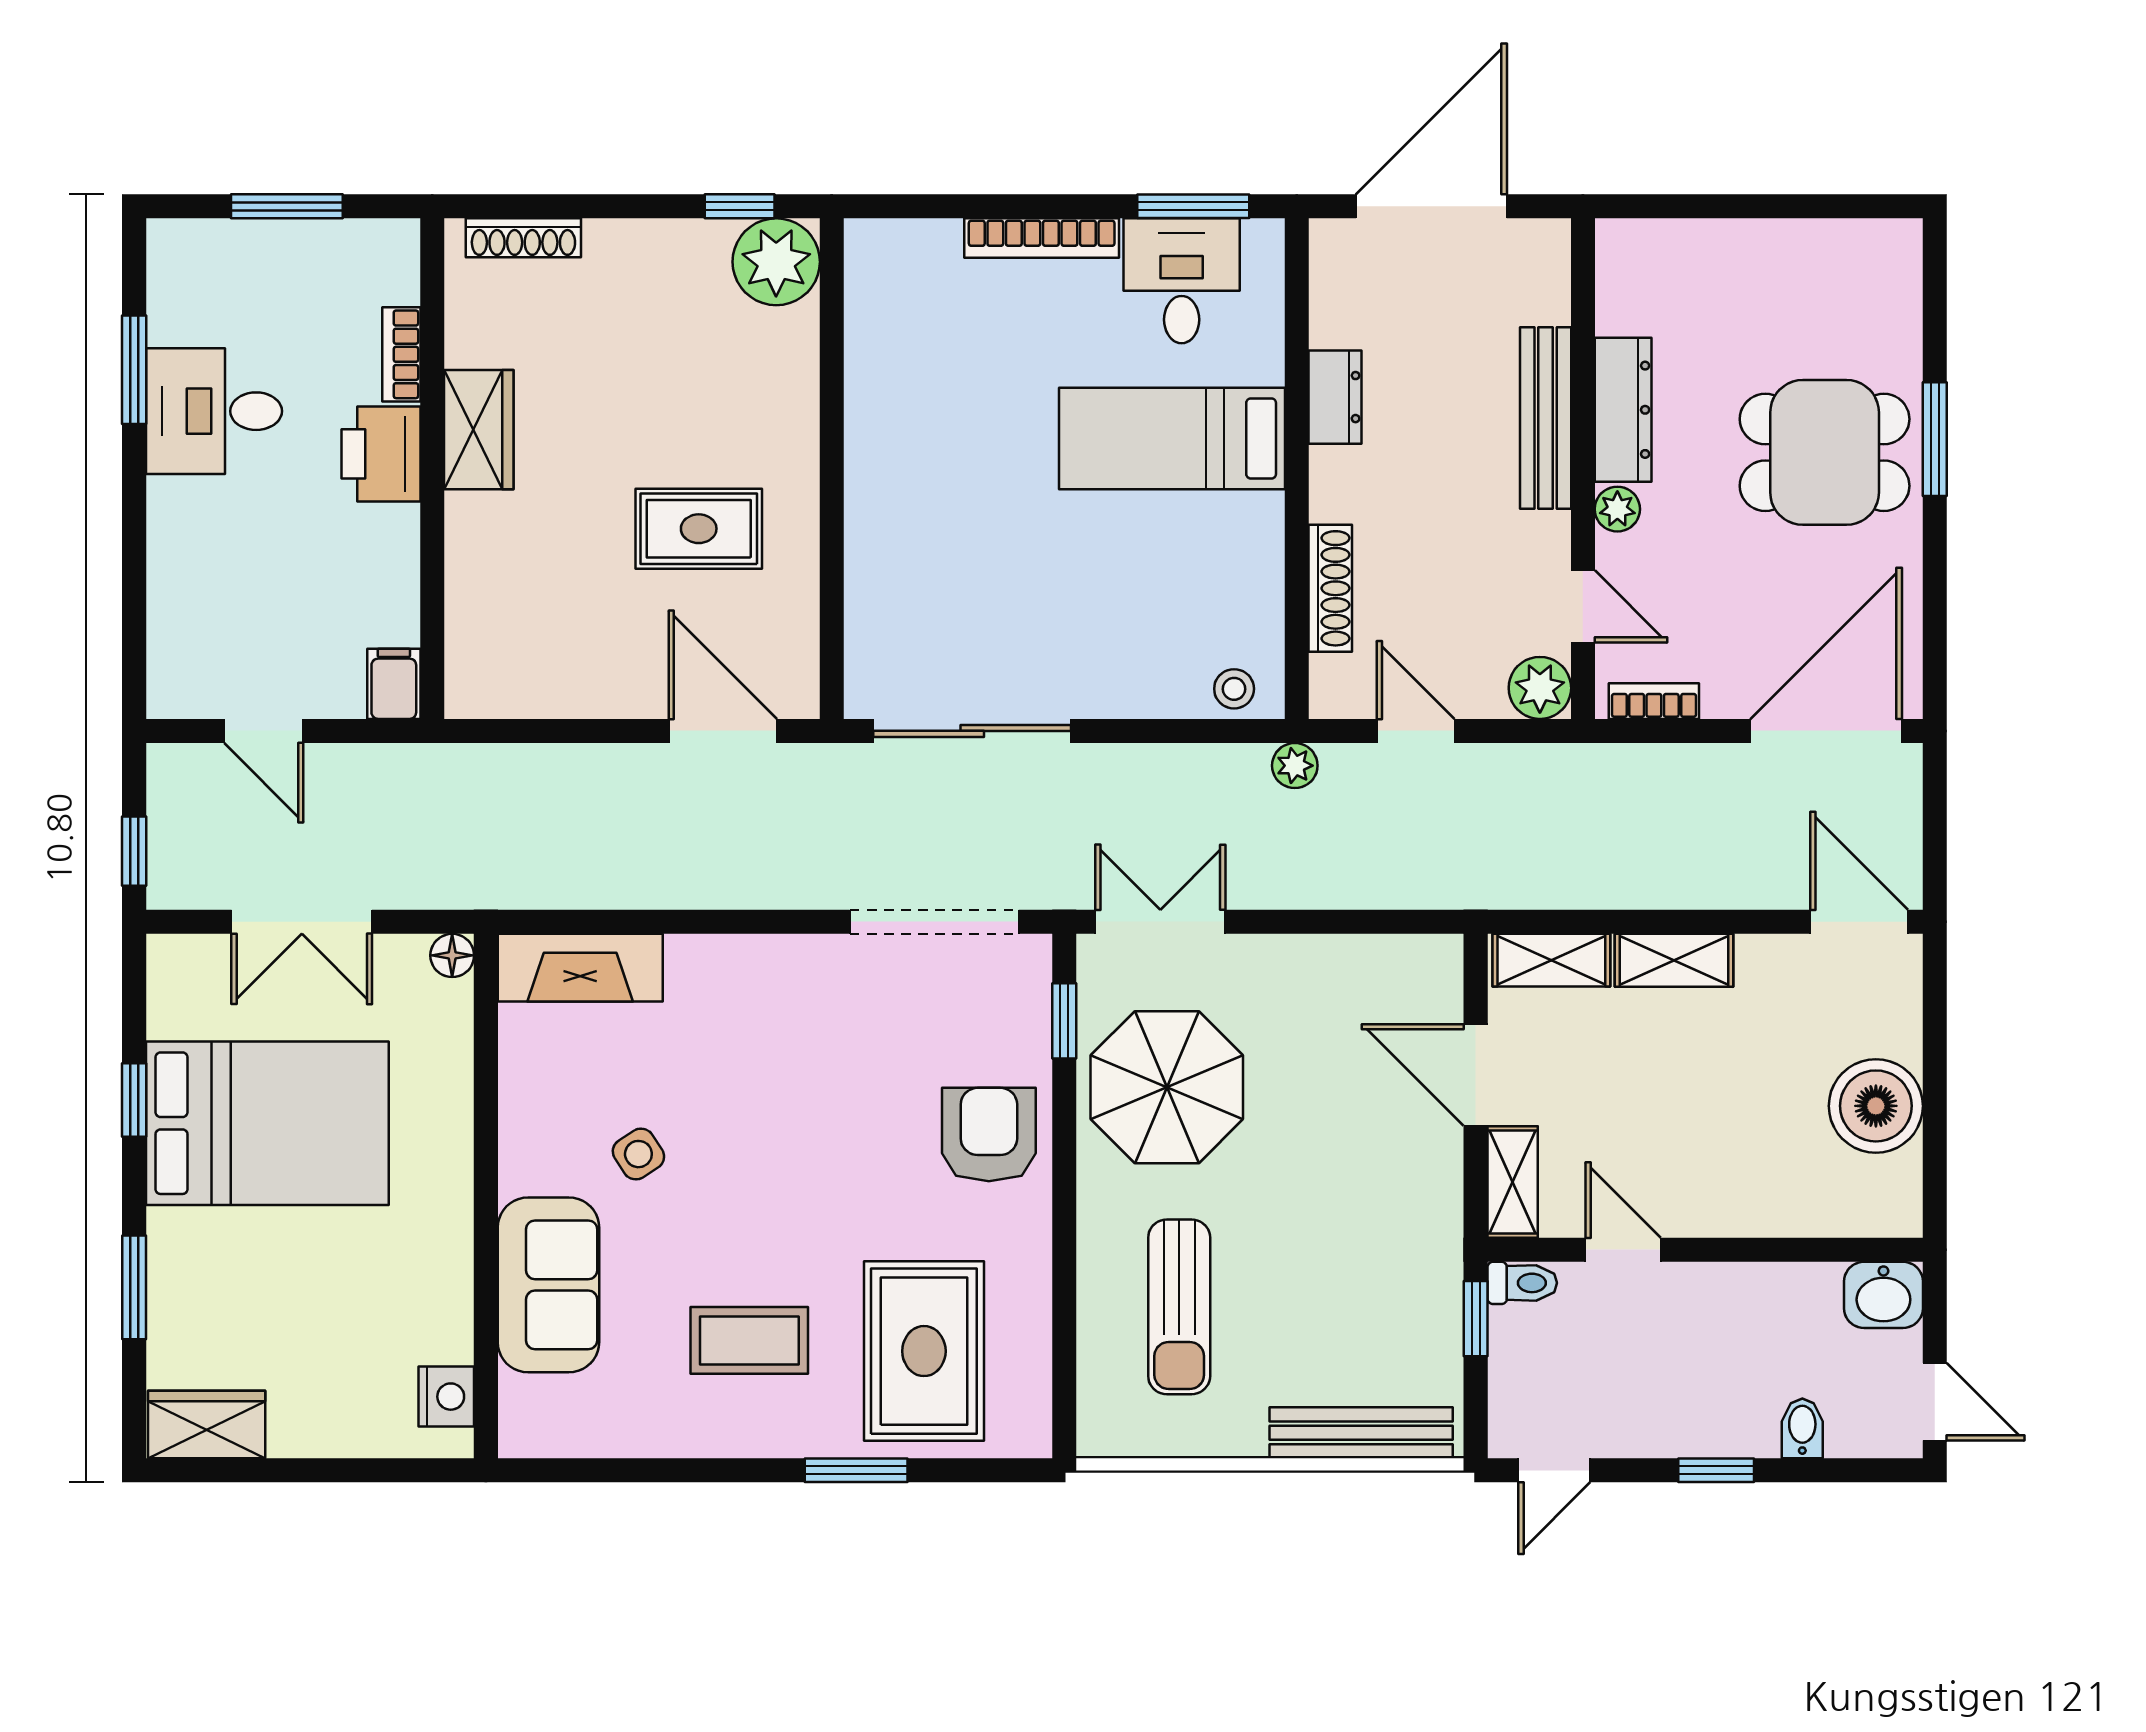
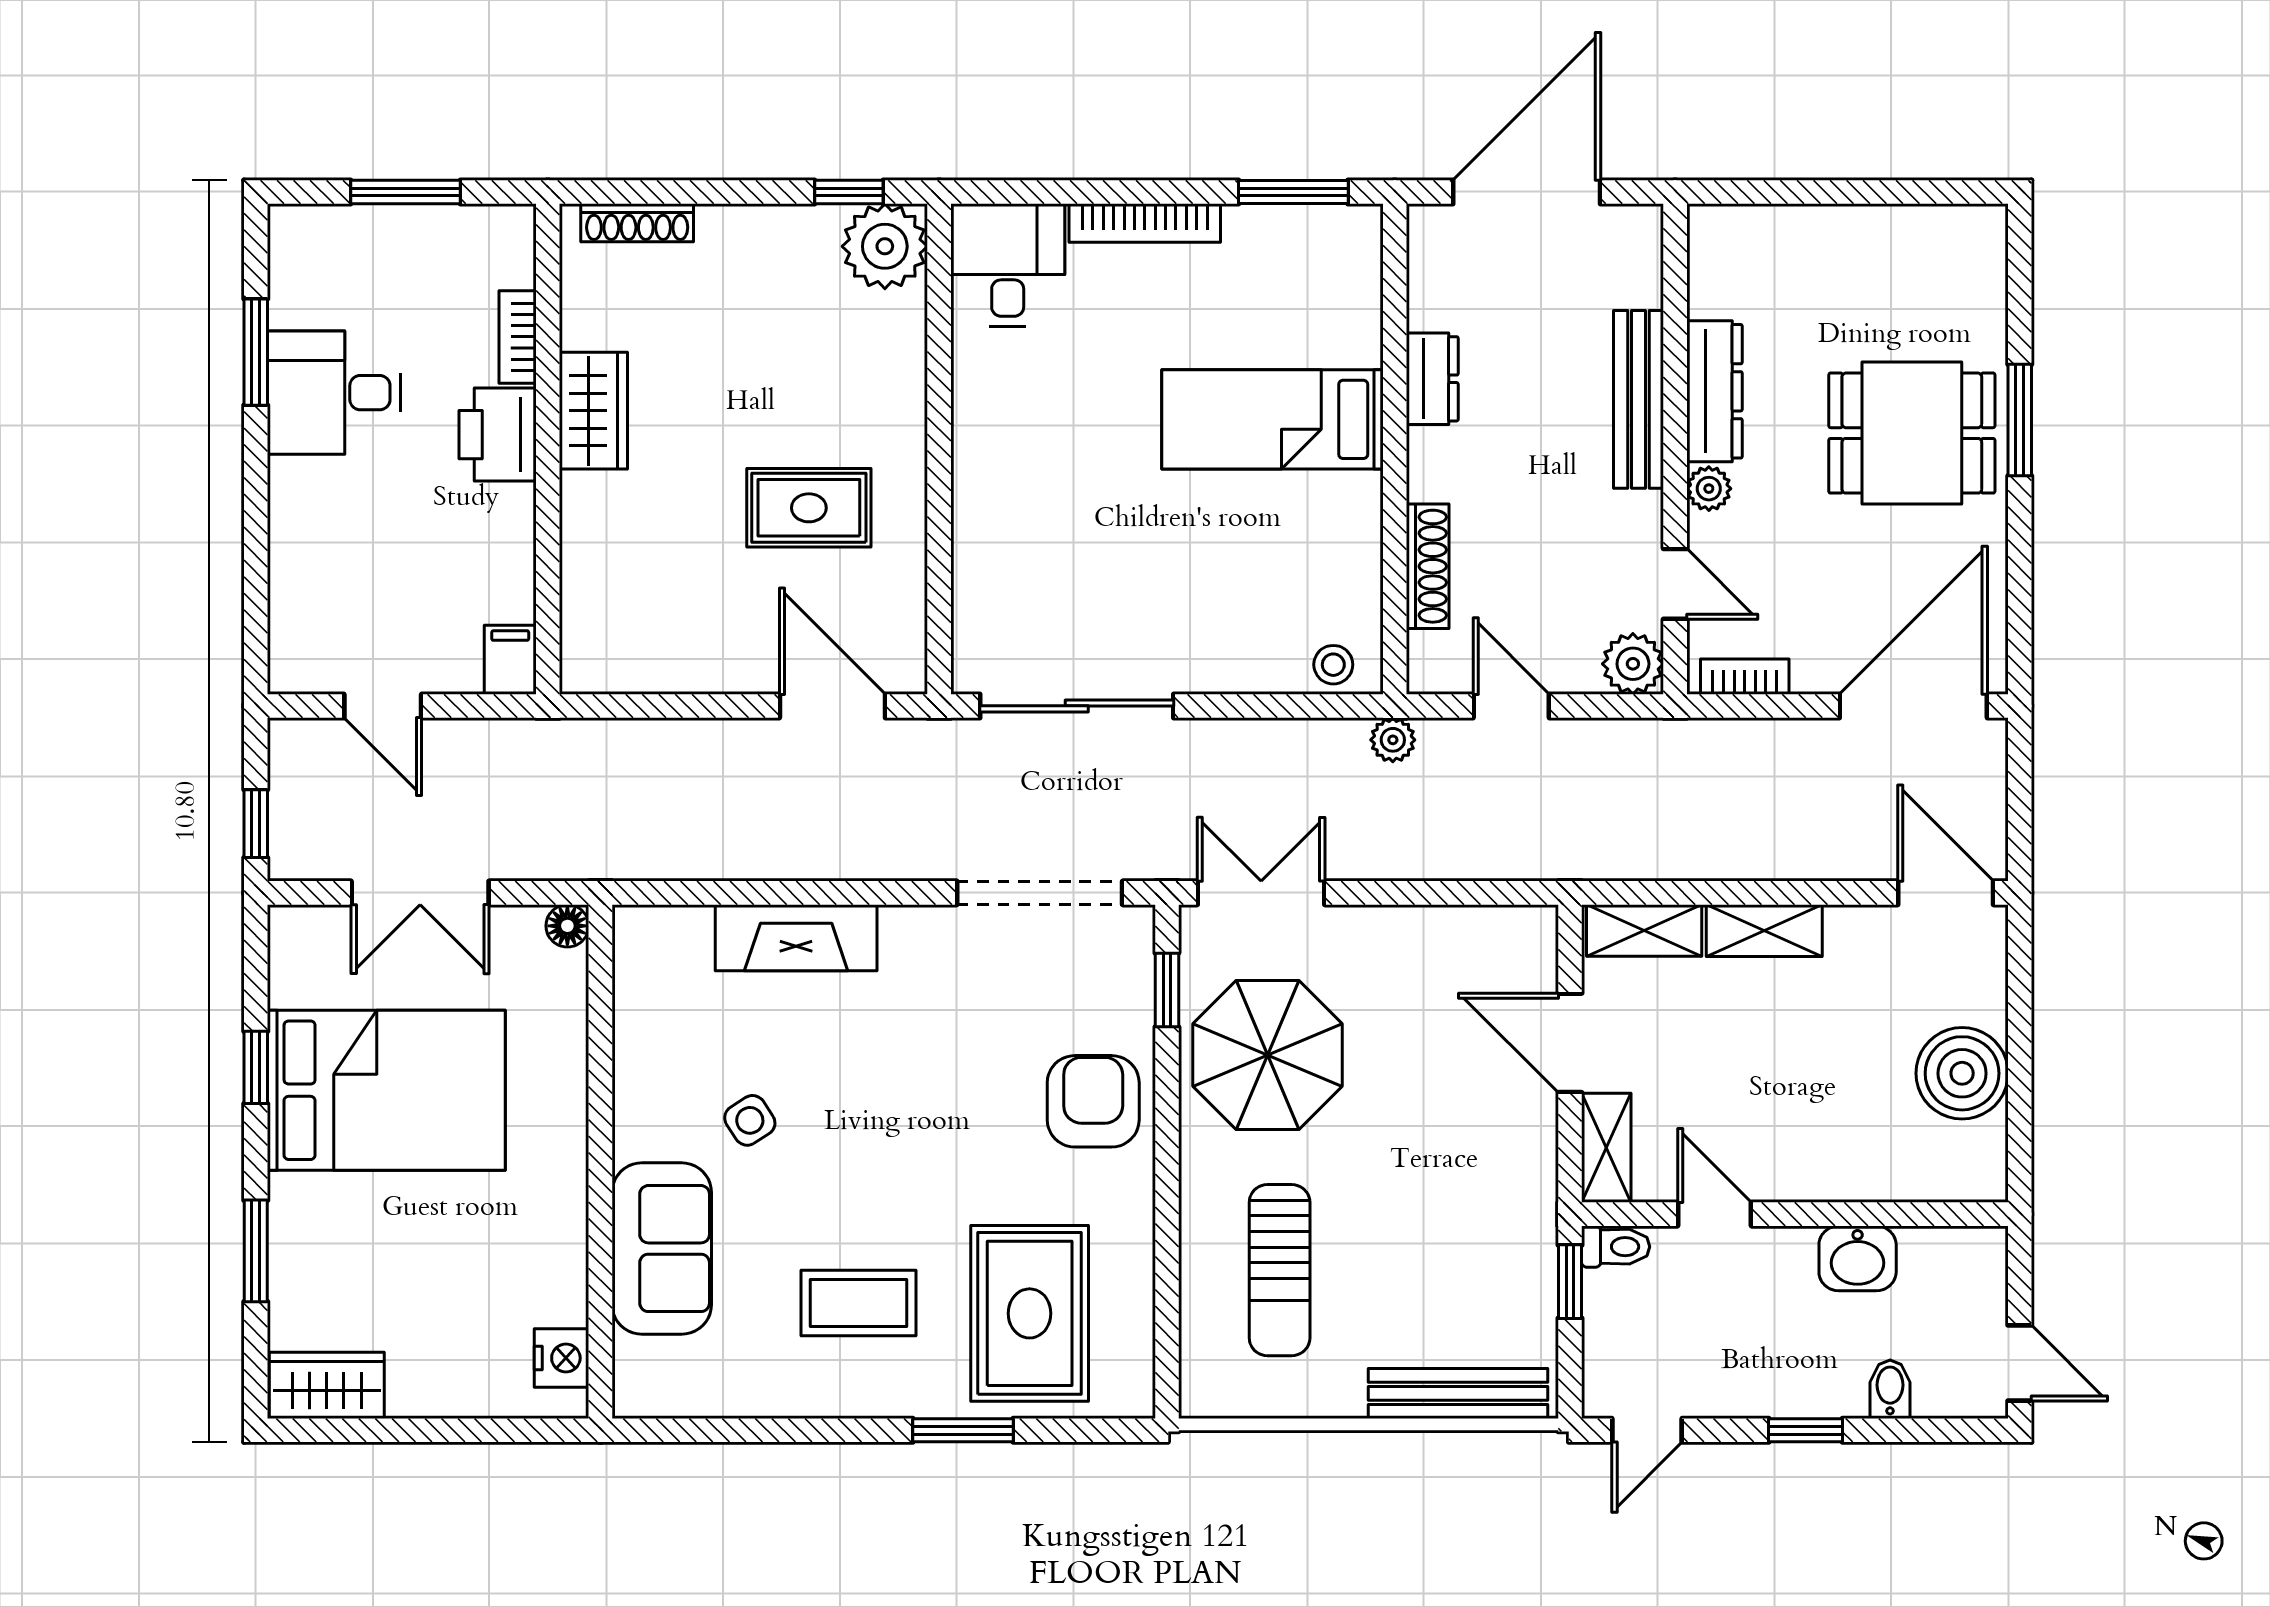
desk: (1182, 281) -> (1008, 265), moved
fireplace: (580, 968) -> (796, 938), moved
washbasin: (1883, 1295) -> (1858, 1258), moved

